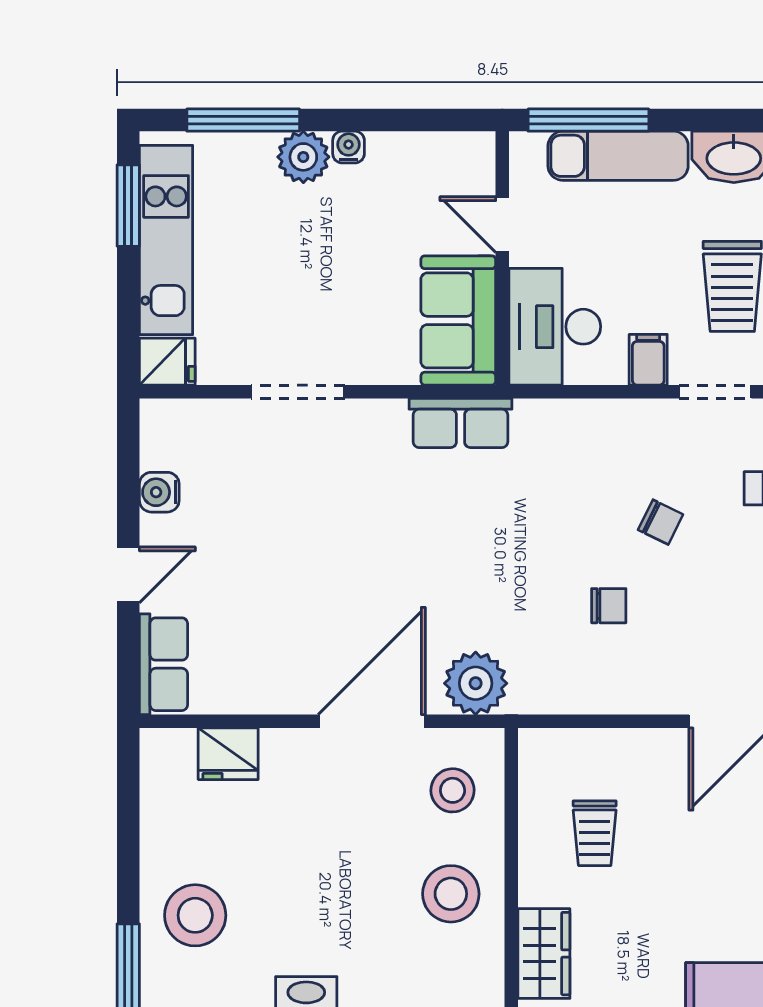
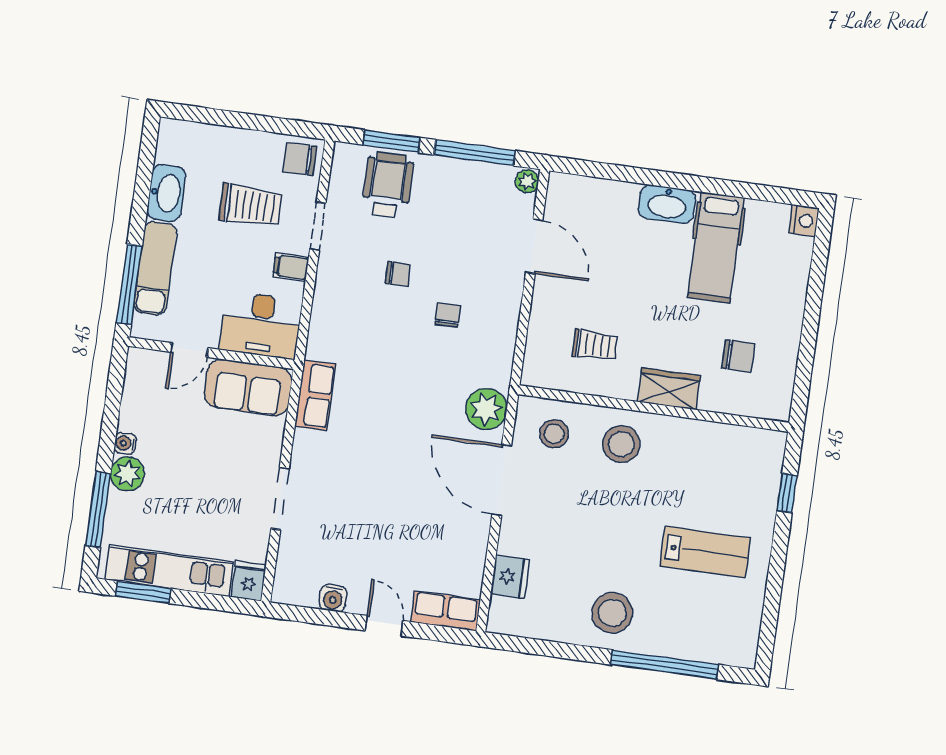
chair: (661, 522) -> (398, 274), turned 63

